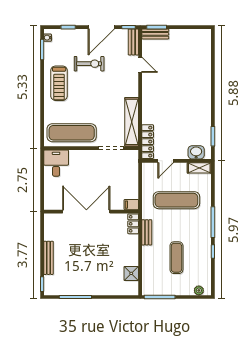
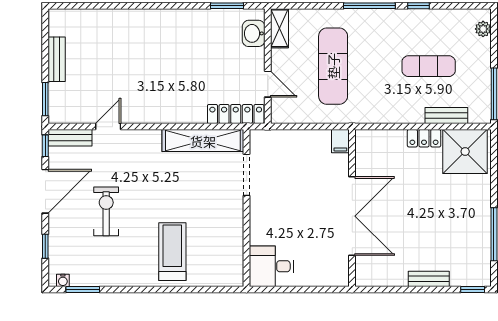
door: (101, 27) -> (45, 191), hinge flipped
bench: (155, 34) -> (57, 59), moved
treadmill: (59, 83) -> (172, 252), moved, turned -90
exercise mat: (72, 133) -> (221, 240), removed
double door: (86, 212) -> (352, 216), swing flipped
locker: (133, 224) -> (424, 138), moved
bench: (147, 232) -> (446, 116), moved
bench: (48, 258) -> (429, 279), width x0.73
shower: (131, 273) -> (465, 151), width x1.86, depth x1.86

